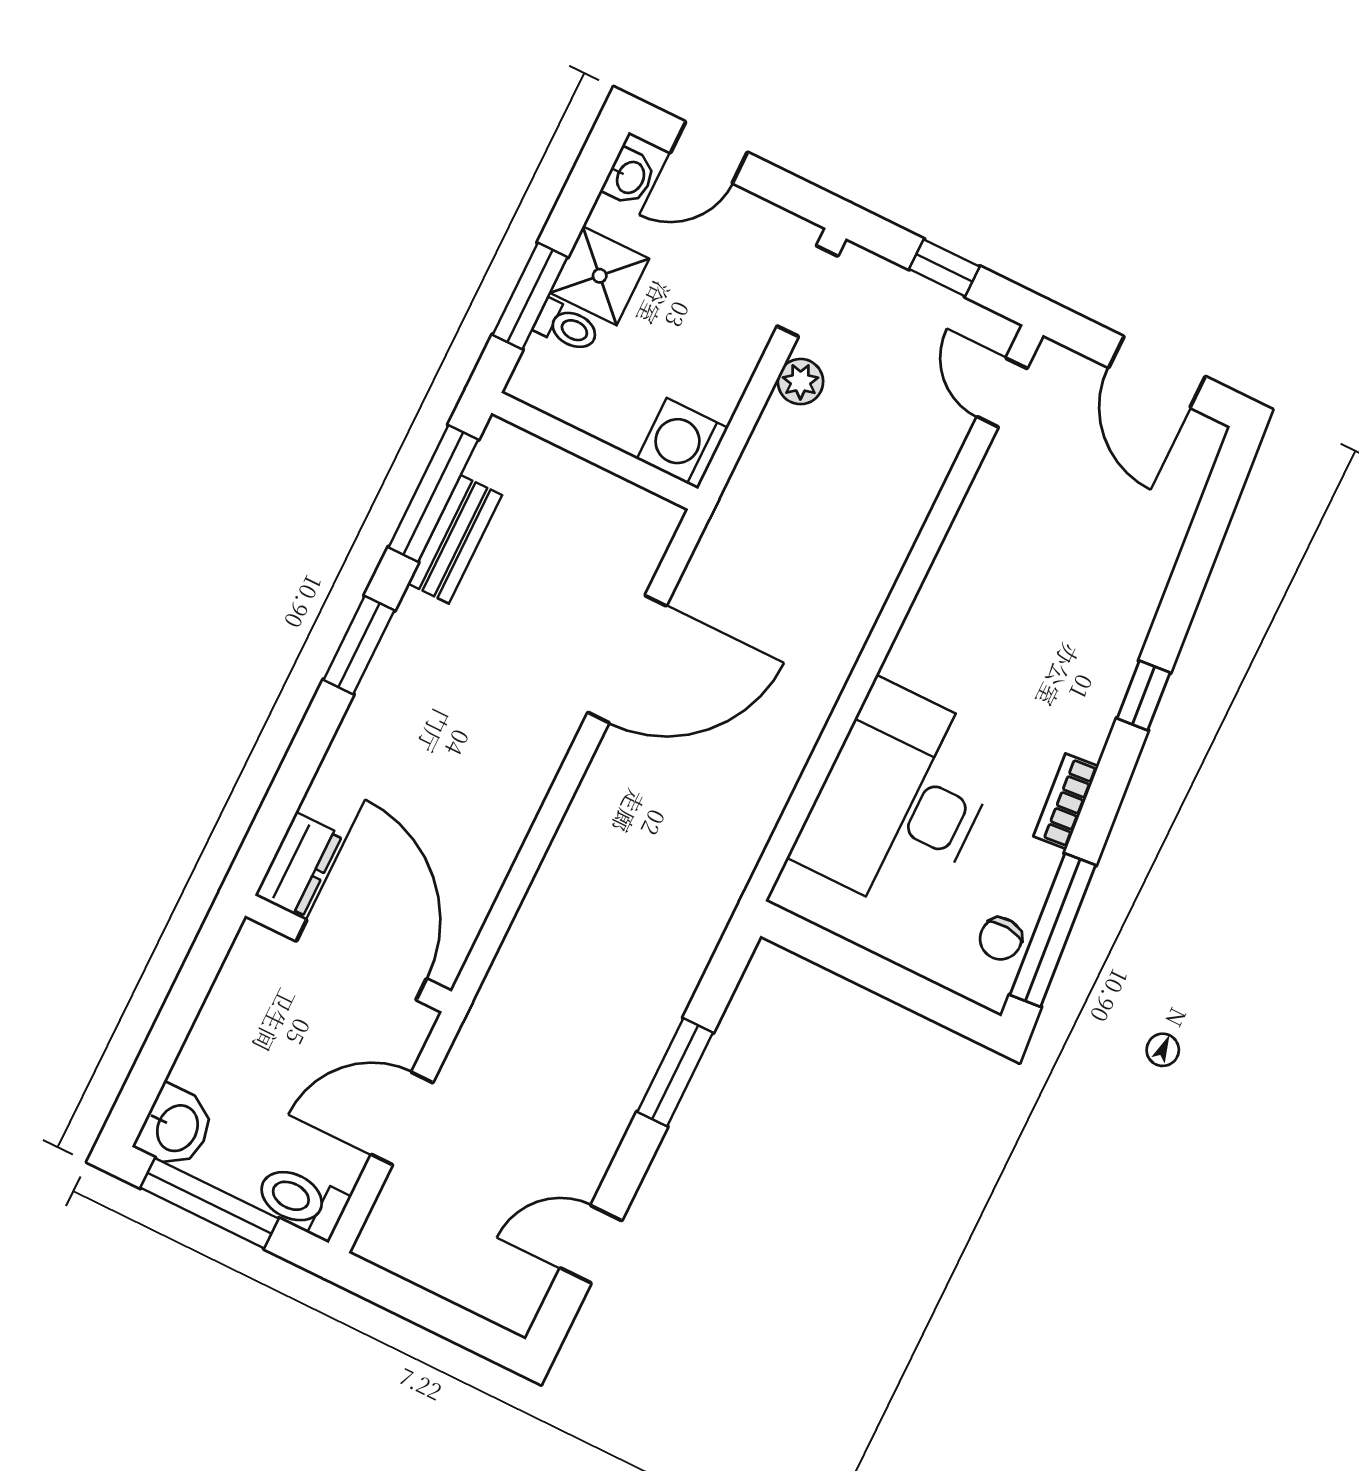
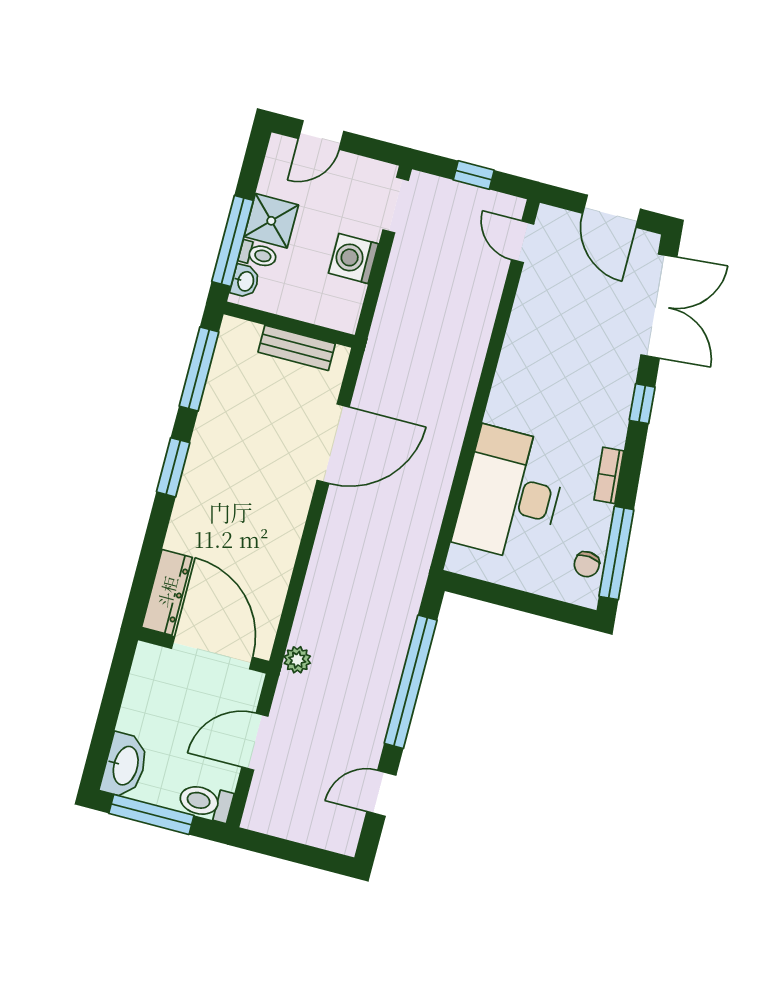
washbasin: (629, 177) -> (245, 281), moved
window: (530, 296) -> (233, 241), width x1.44
plant: (800, 382) -> (297, 660), moved
washing machine: (682, 444) -> (354, 259), moved
bench: (455, 539) -> (297, 348), moved, turned 90
double door: (1203, 542) -> (659, 306), added
dresser: (299, 865) -> (167, 592), width x1.44
window: (675, 1072) -> (411, 682), width x2.11
washbasin: (176, 1127) -> (125, 765), width x1.38

